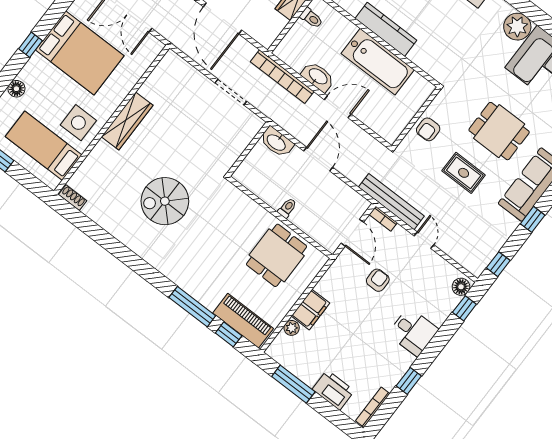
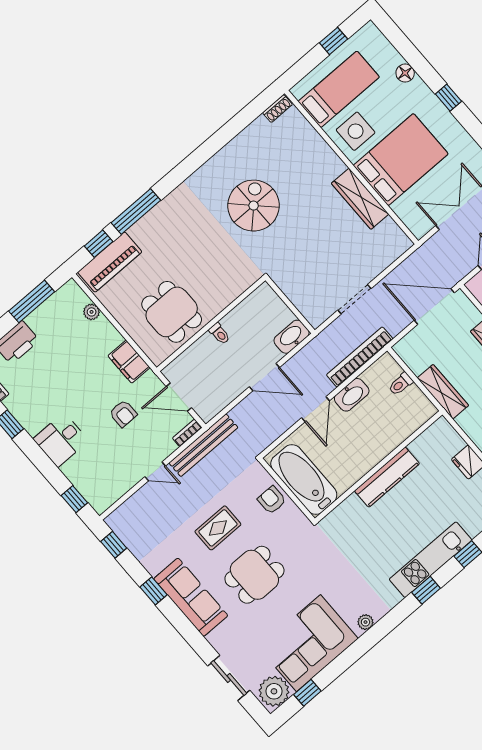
toilet: (311, 18) -> (401, 384), moved
plant: (517, 27) -> (365, 622), width x0.53, depth x0.53
bed: (80, 53) -> (401, 160), moved, turned 180
bathtub: (378, 62) -> (304, 479), moved, turned 90
wardrobe: (127, 121) -> (360, 199), moved
floor lamp: (461, 287) -> (98, 500), removed
filing cabinet: (310, 310) -> (129, 362), moved

